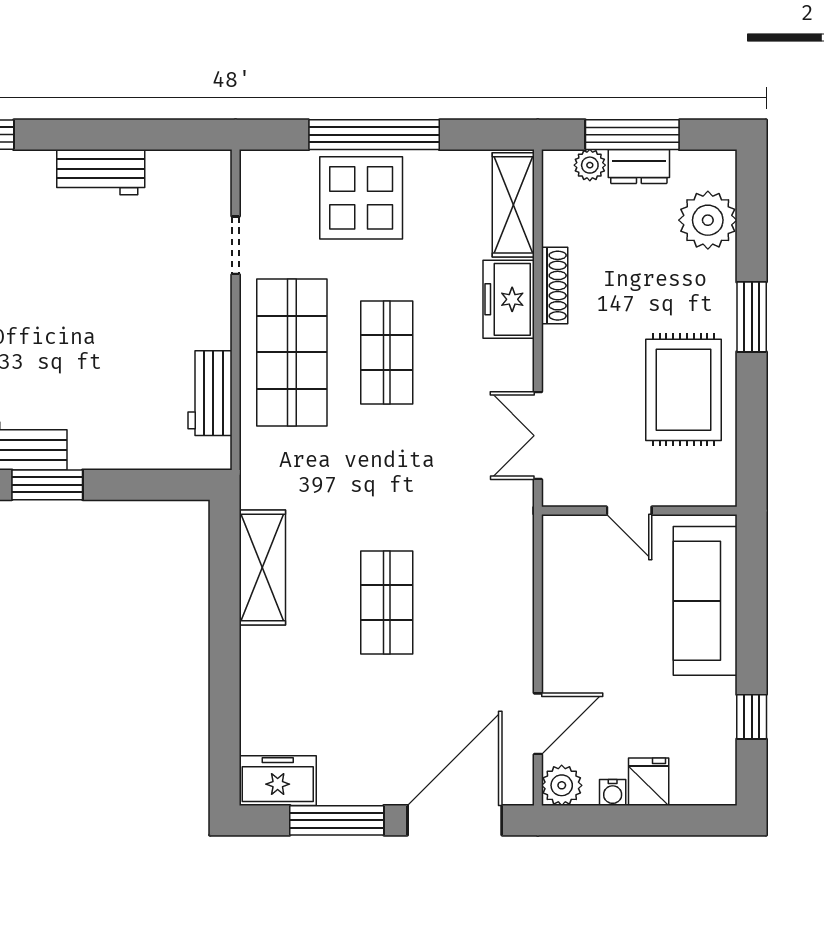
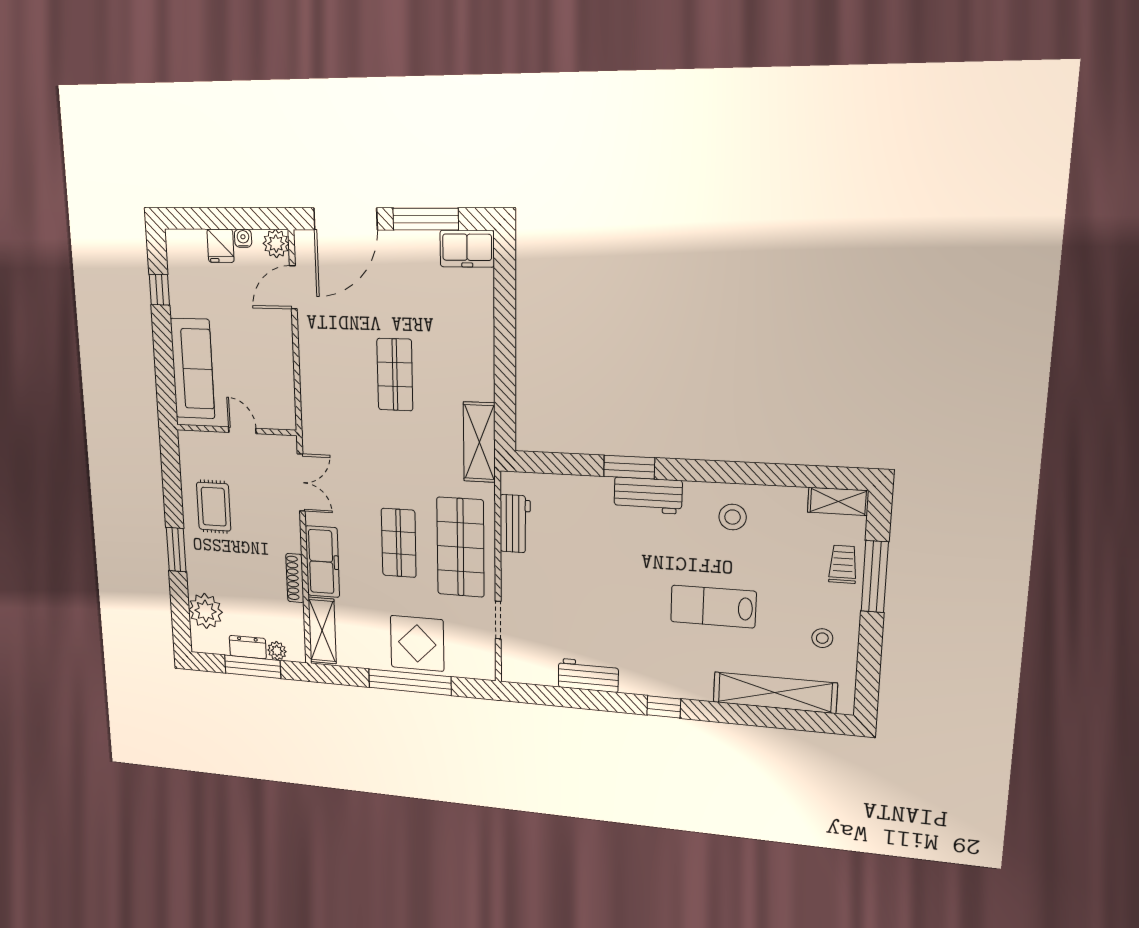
freezer: (509, 299) -> (322, 562), width x1.40
rug: (683, 390) -> (214, 507), width x0.73, depth x0.70
shelving: (262, 567) -> (479, 442), moved

